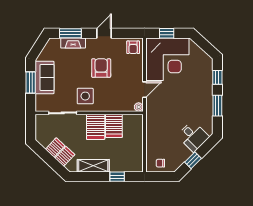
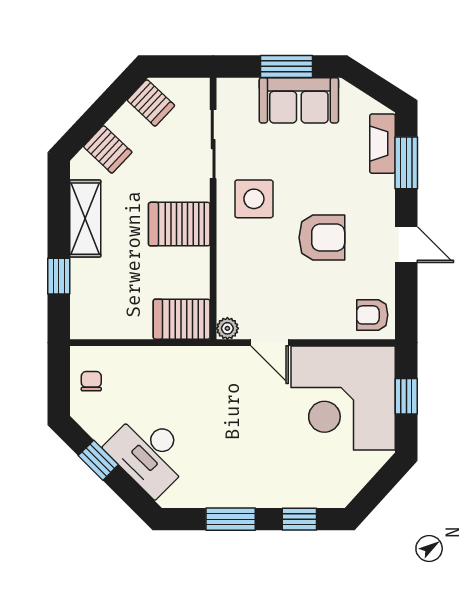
fireplace: (73, 43) -> (383, 144), moved
server rack: (114, 126) -> (182, 319), moved
desk: (193, 136) -> (149, 453), width x1.37
server rack: (55, 148) -> (151, 103), moved

